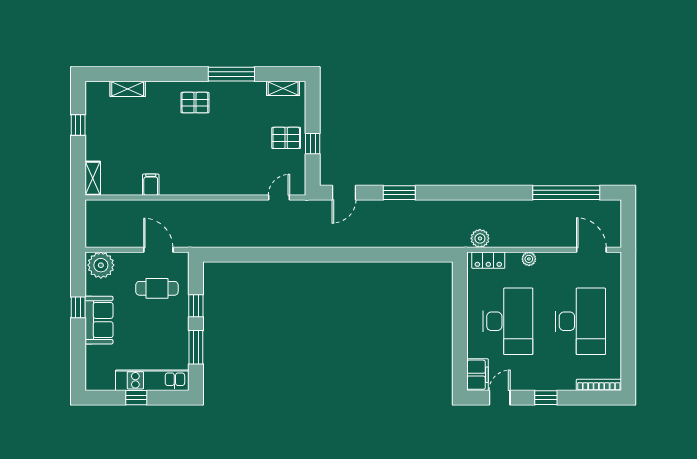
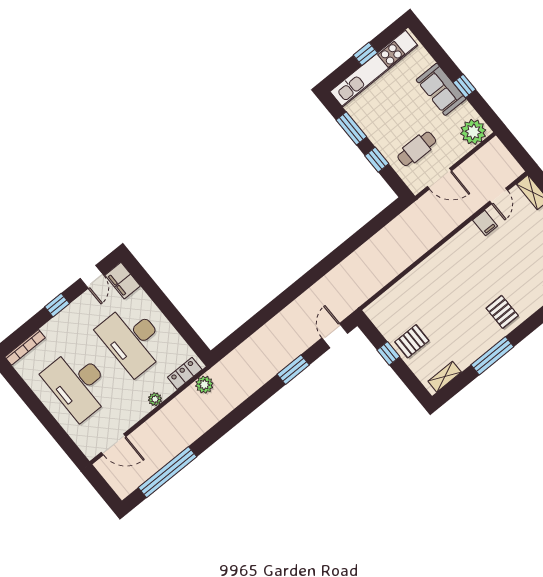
pallet: (195, 103) -> (502, 312), turned 90
door: (279, 197) -> (499, 196), moved
kitchen unit: (152, 380) -> (374, 69), width x1.36

